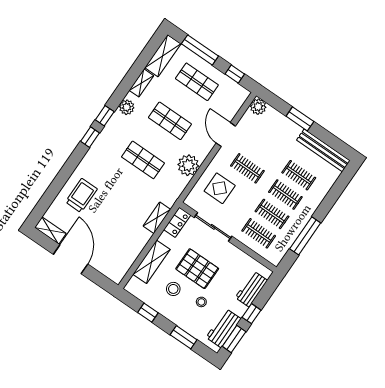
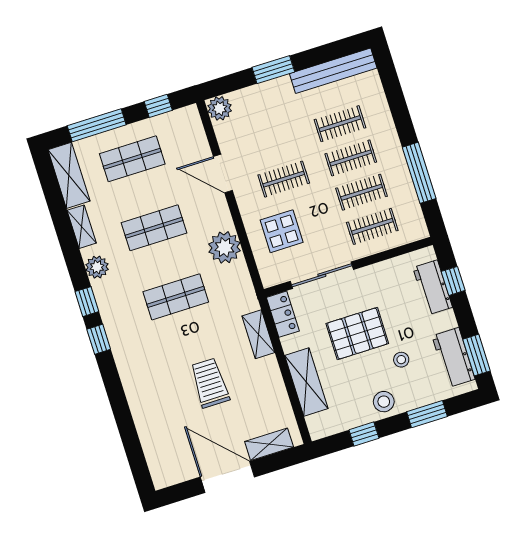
trolley: (81, 195) -> (210, 383), moved
shelving: (50, 230) -> (269, 444), moved
stool: (173, 289) -> (384, 402), moved
window: (252, 314) -> (453, 281), moved

